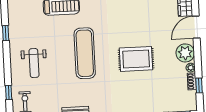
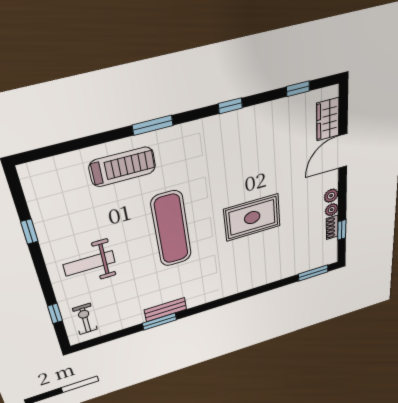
plant: (185, 53) -> (331, 196), width x0.53, depth x0.53
weight bench: (34, 63) -> (89, 263), turned 90

